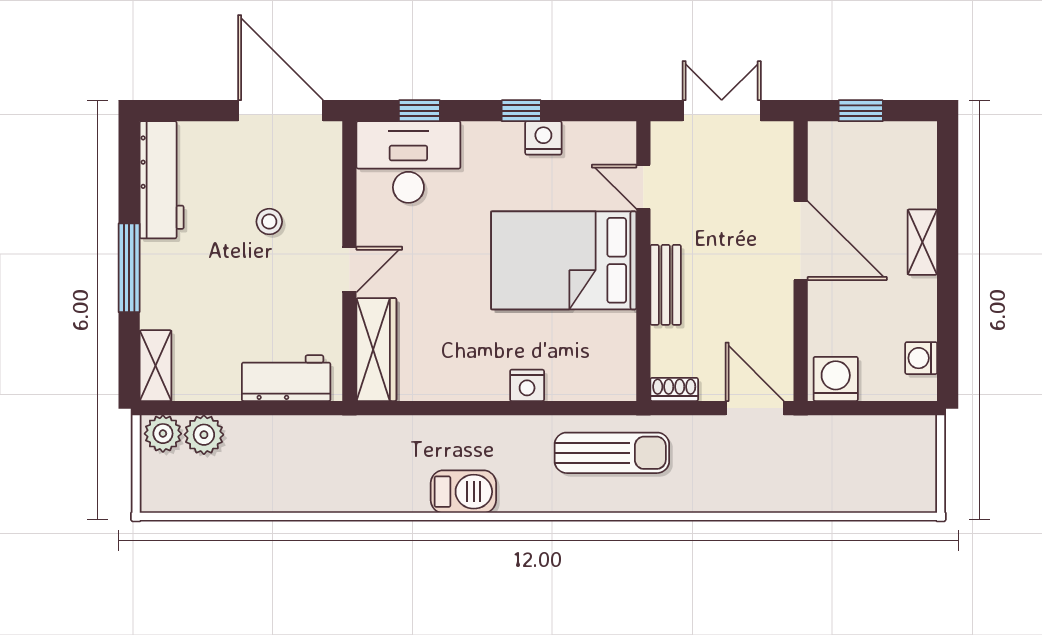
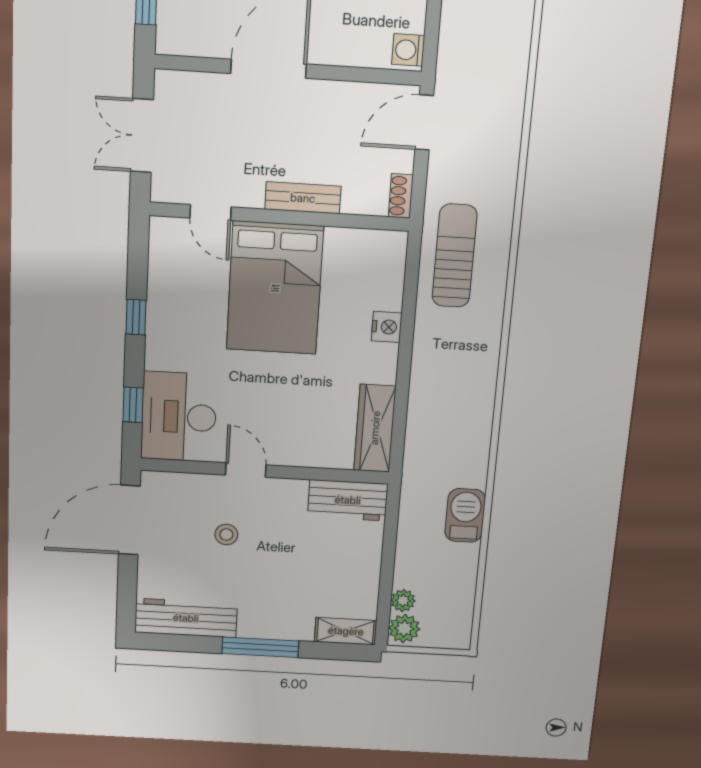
nightstand: (543, 138) -> (162, 299), removed
door: (643, 187) -> (210, 212), hinge flipped
door: (349, 269) -> (246, 470), moved
wardrobe: (376, 350) -> (375, 428), moved, turned -90
workbench: (286, 378) -> (348, 500), moved, turned -90
washing machine: (836, 379) -> (408, 50), width x0.73, depth x0.73
plant: (204, 435) -> (403, 601), width x0.73, depth x0.73
barbecue: (463, 492) -> (465, 515), moved

